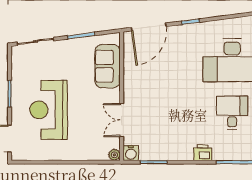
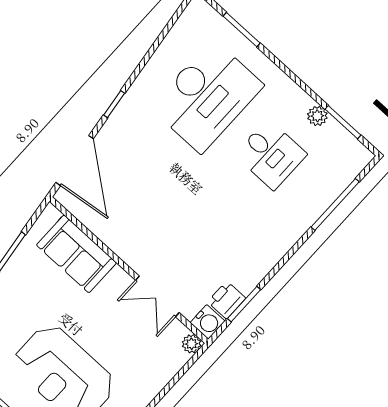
desk: (232, 113) -> (271, 155), turned 180
printer: (203, 153) -> (227, 300), moved

